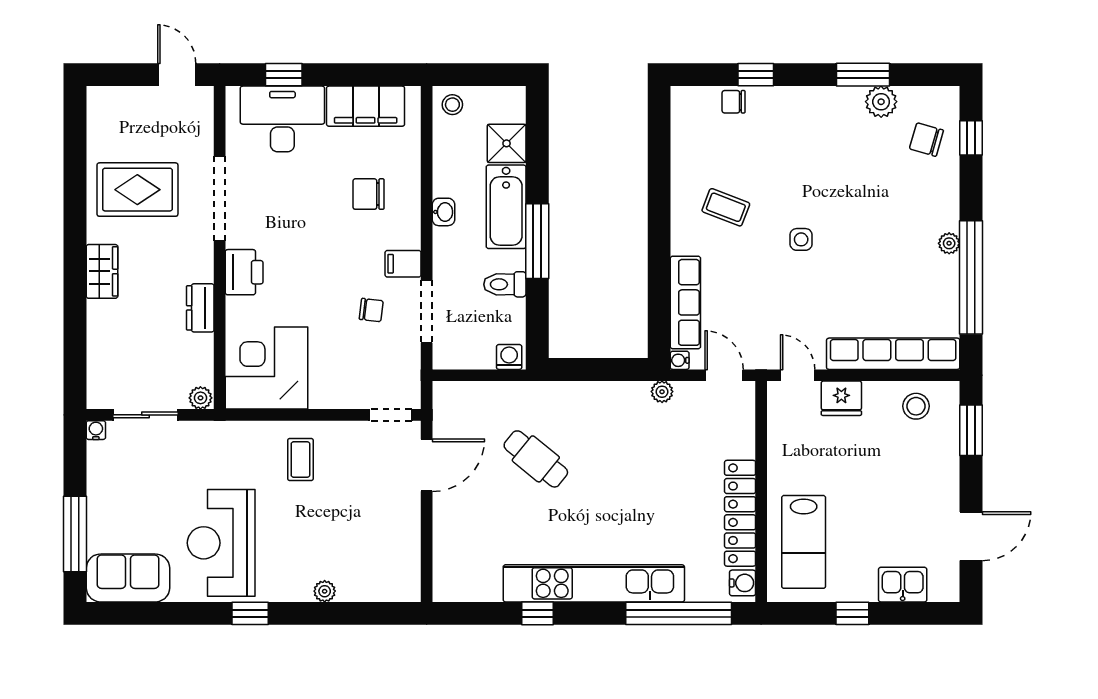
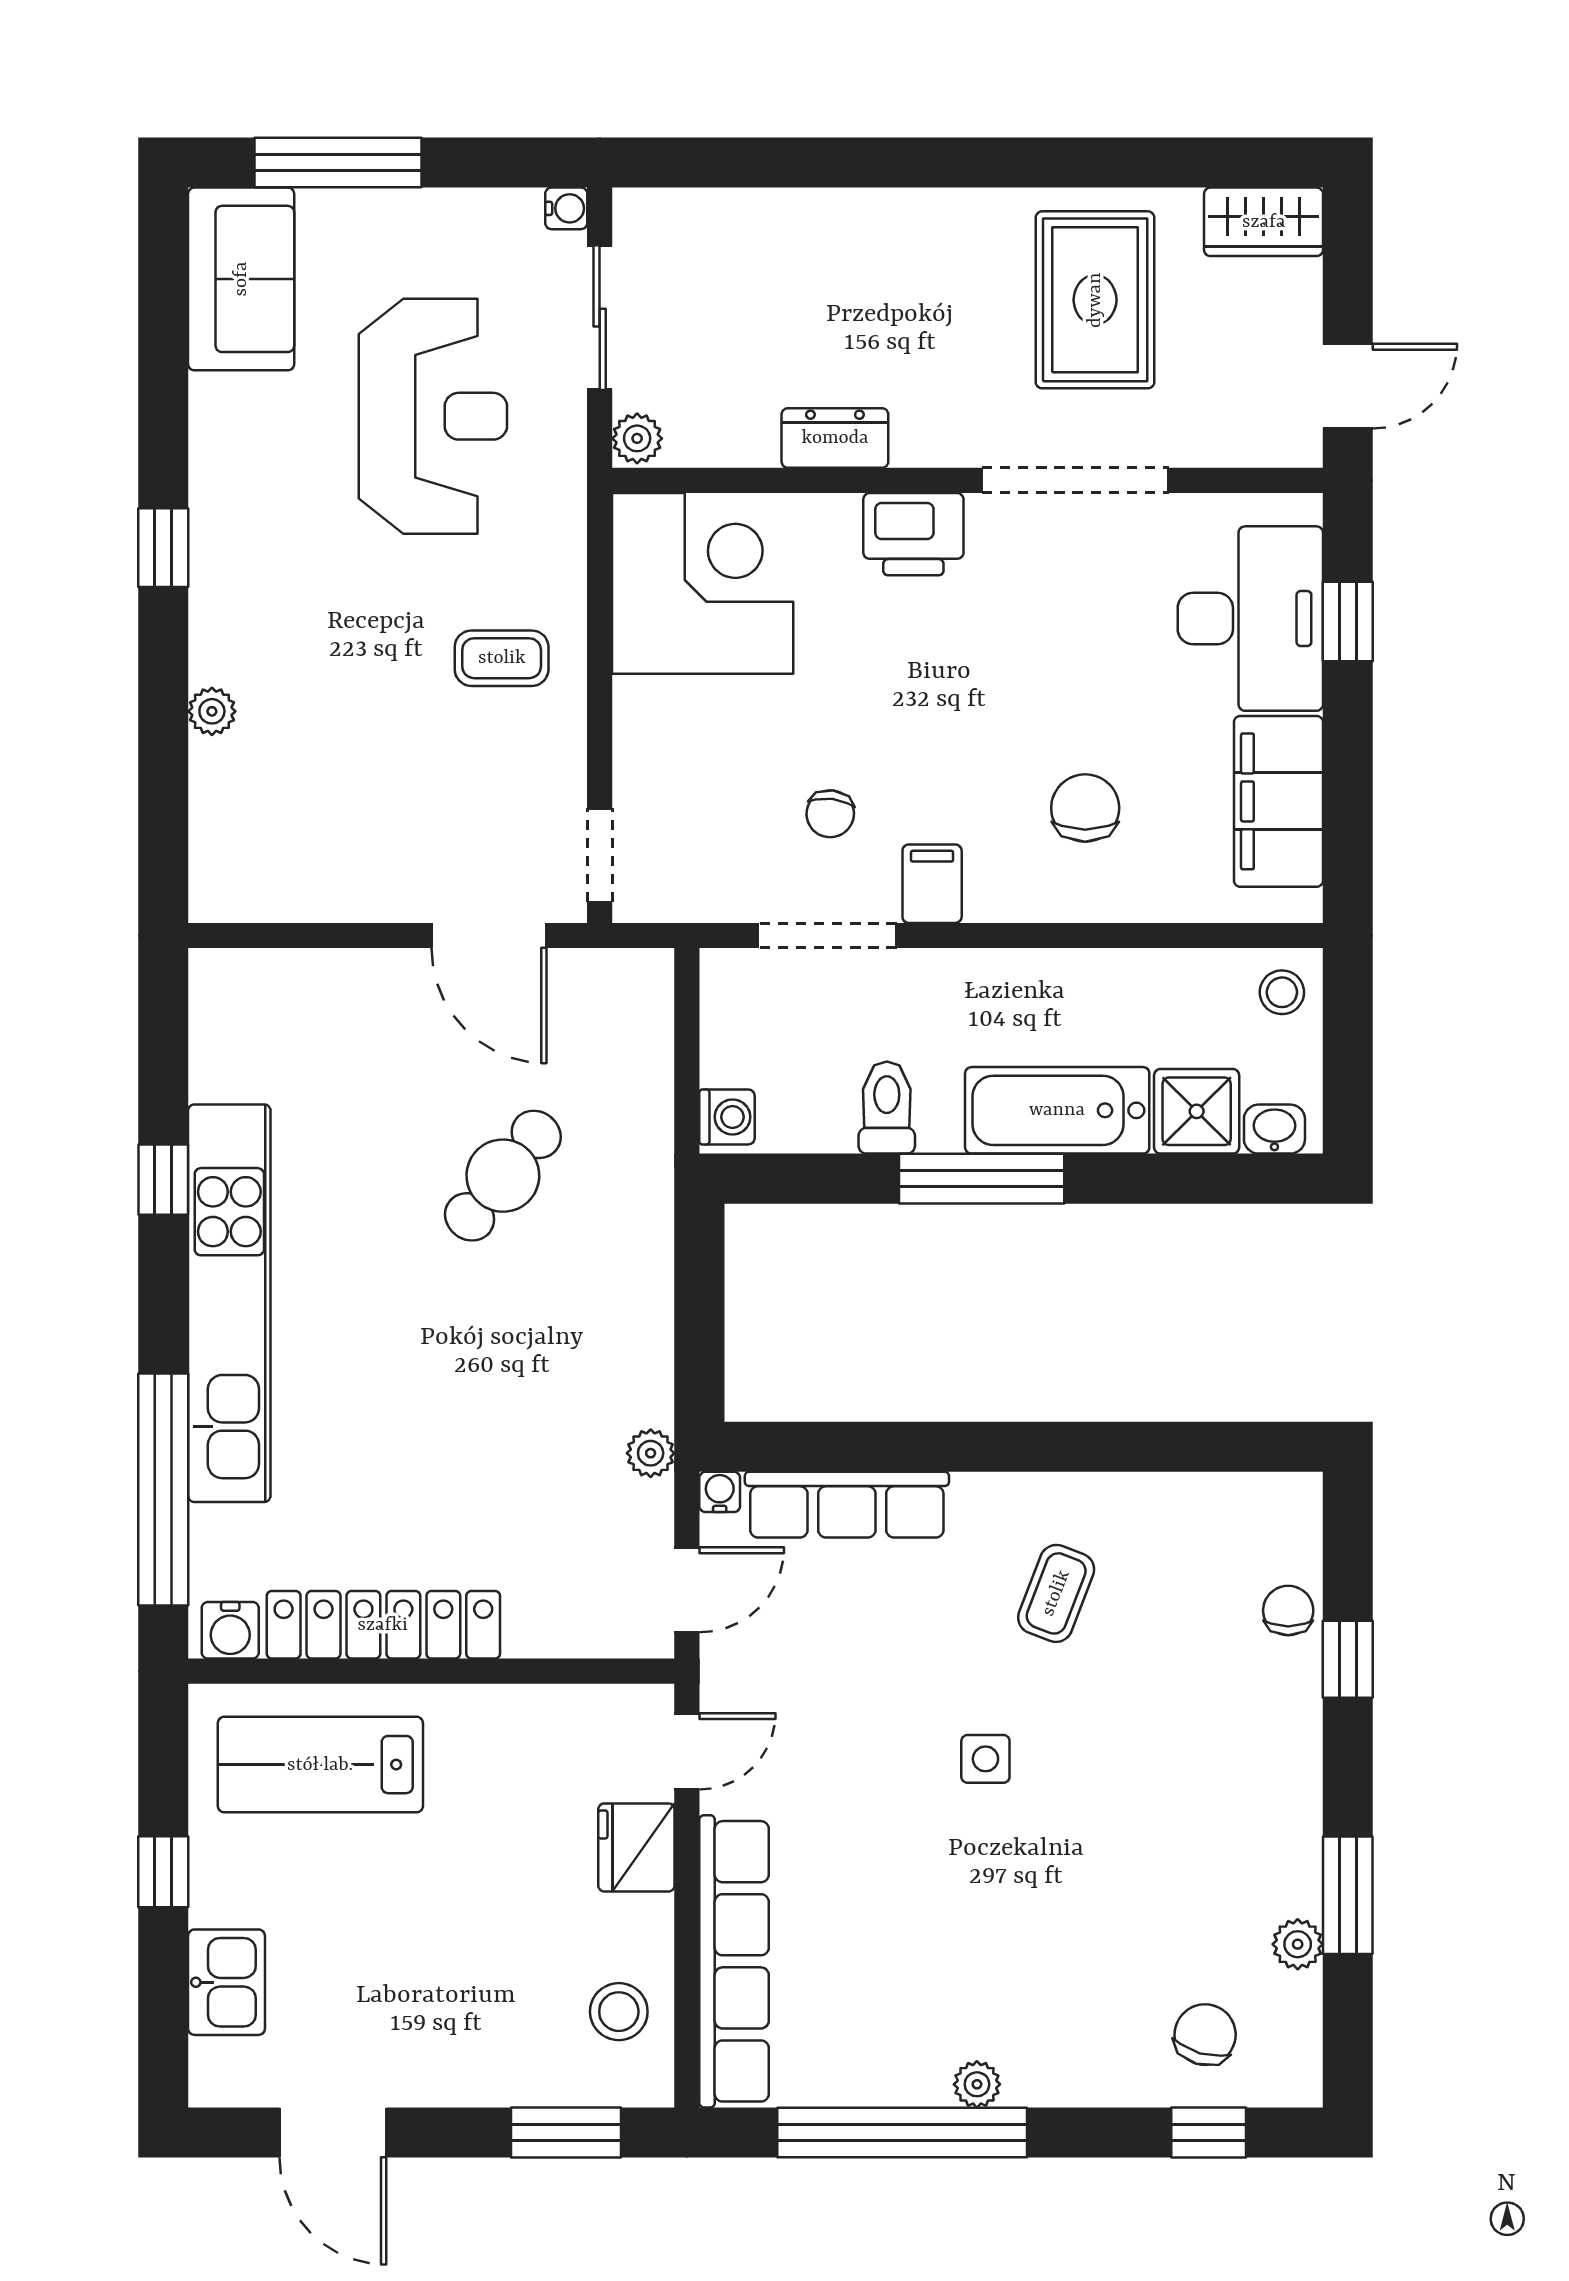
plant: (881, 102) -> (1298, 1944), width x0.73, depth x0.73
washbasin: (443, 212) -> (1274, 1129), moved, turned 180
wardrobe: (102, 271) -> (1264, 222), moved
reception desk: (221, 543) -> (433, 416), moved, turned 90

